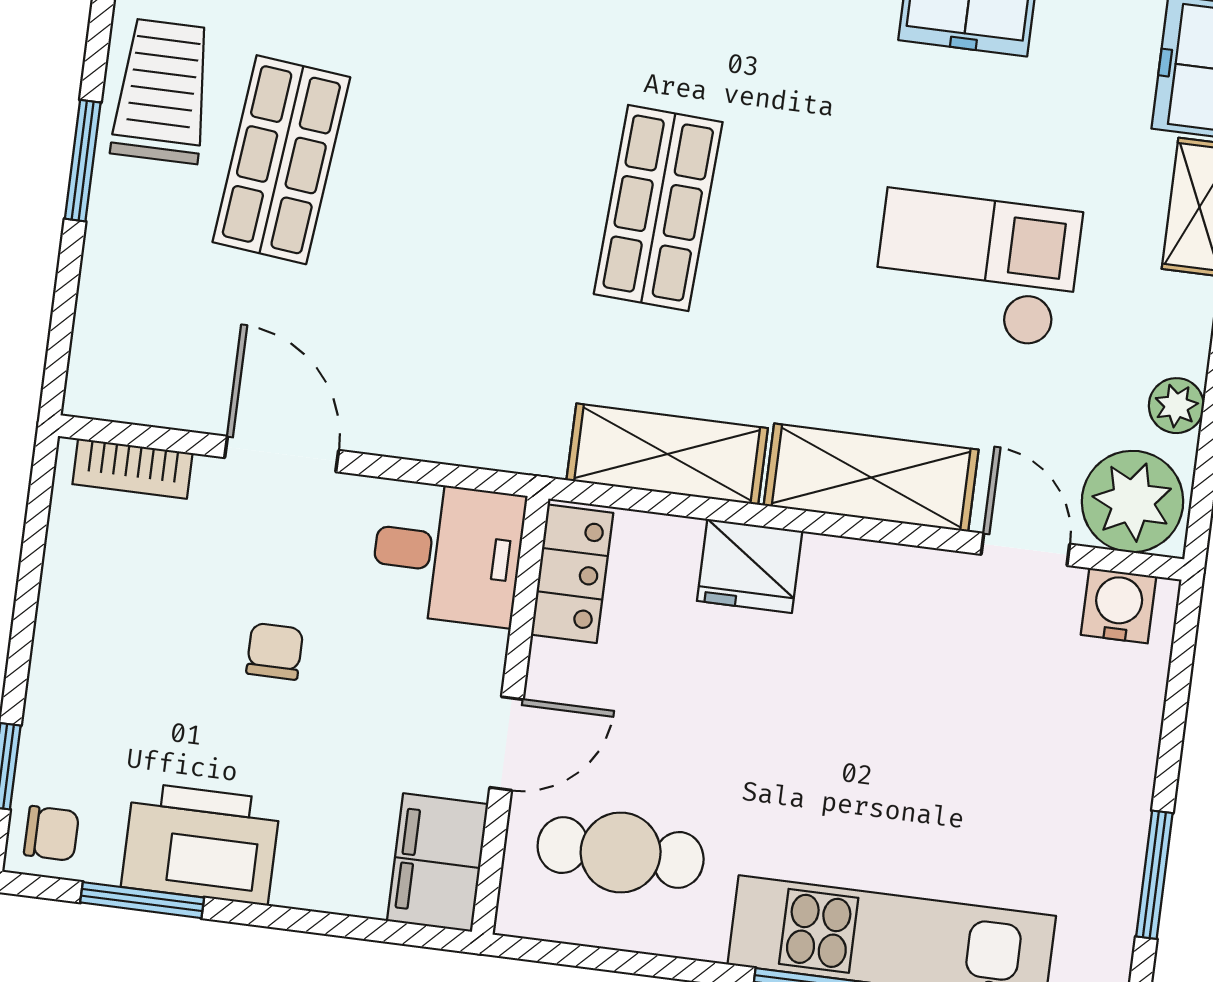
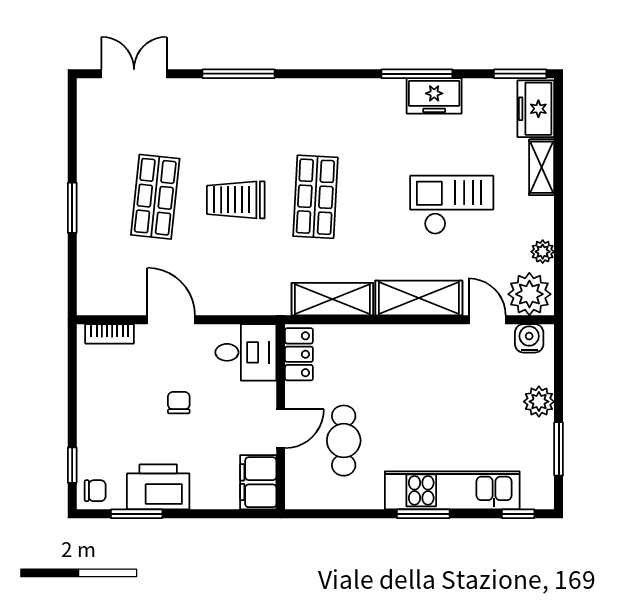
trolley: (162, 91) -> (236, 200), moved, turned -90
fridge: (750, 566) -> (373, 342), removed
plant: (1123, 757) -> (539, 402), added
cafe table: (621, 853) -> (344, 441), moved, turned 90

